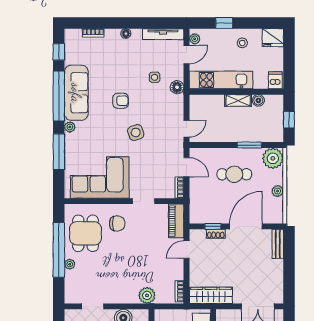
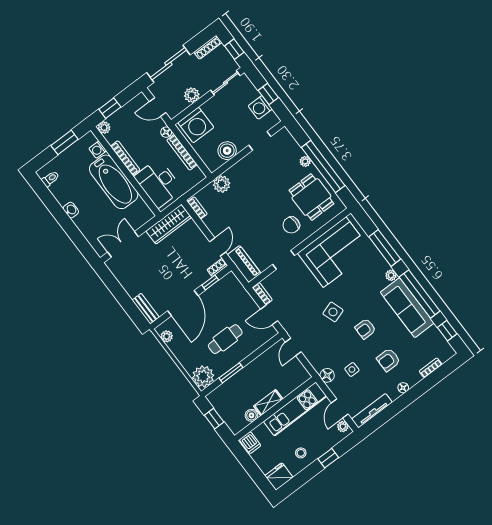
armchair: (121, 64) -> (388, 360), added
plant: (278, 191) -> (167, 336), moved
shoe rack: (216, 234) -> (217, 268), moved

